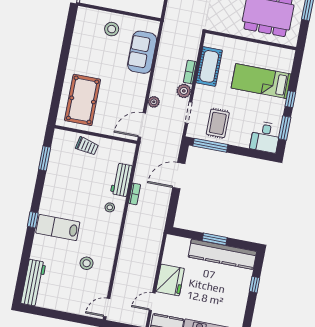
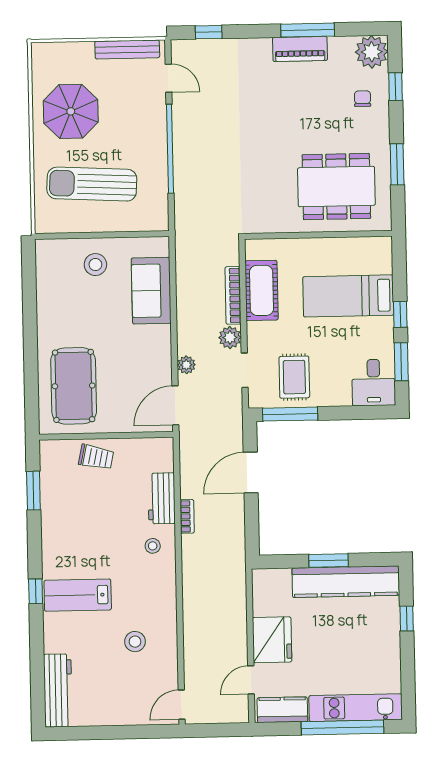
bookcase: (190, 72) -> (233, 295), width x1.56

